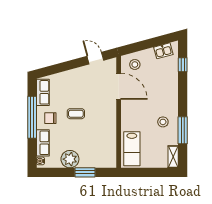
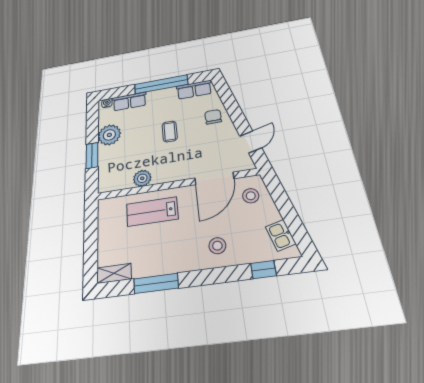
chair: (50, 118) -> (213, 117), moved
stool: (163, 122) -> (217, 246), moved
plant: (110, 136) -> (142, 178), added
lab bench: (132, 149) -> (152, 212), moved

